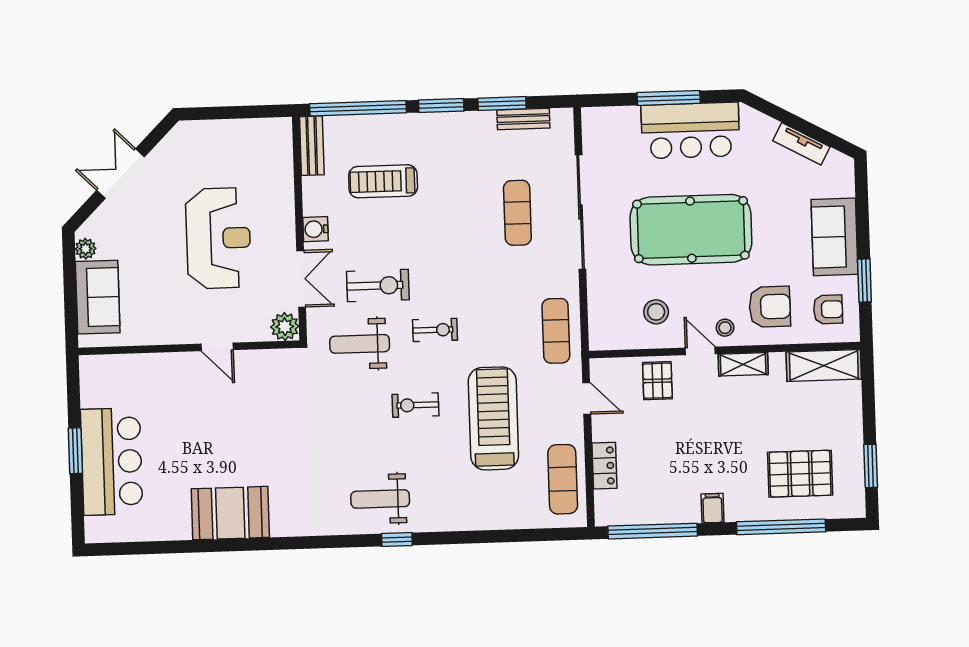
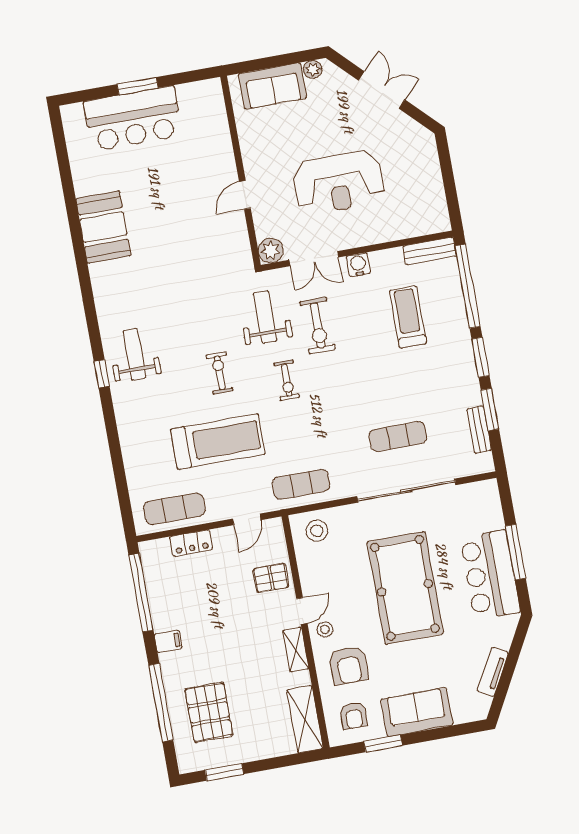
stool: (656, 312) -> (317, 531), moved

